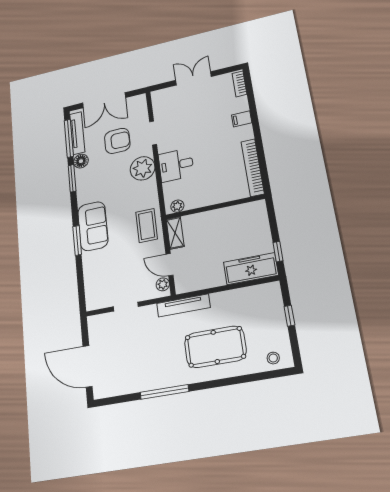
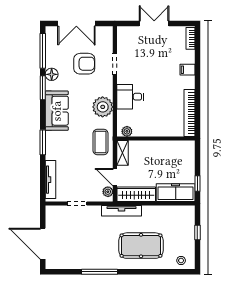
tv unit: (77, 133) -> (50, 180), moved
plant: (143, 168) -> (103, 107), moved
sofa: (93, 226) -> (57, 111), moved
wardrobe: (199, 281) -> (136, 194), added

